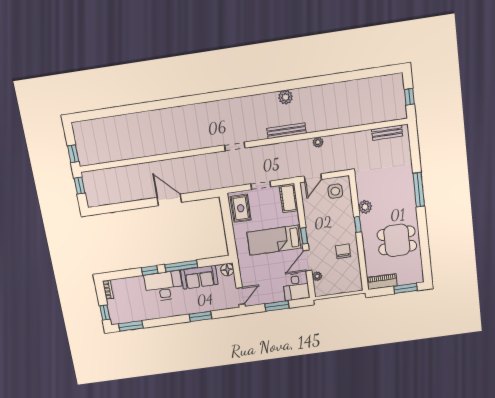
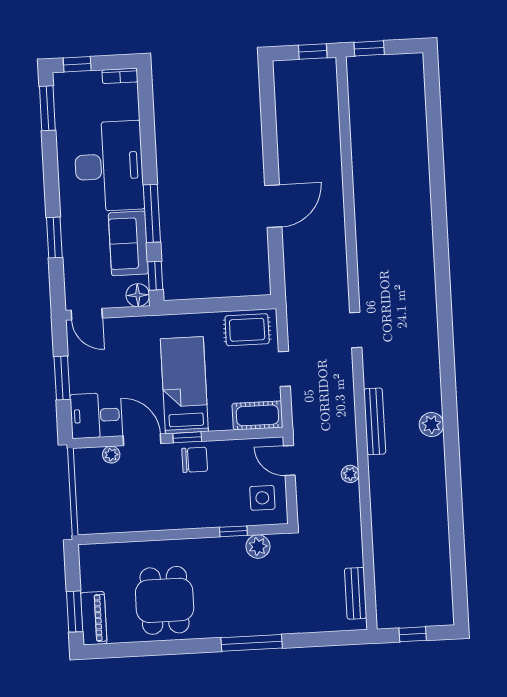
plant: (365, 207) -> (258, 546), moved
window: (358, 224) -> (233, 531), moved
chair: (343, 251) -> (195, 460), moved
window: (150, 270) -> (155, 276), moved
piano: (382, 282) -> (94, 618), moved
desk: (164, 286) -> (109, 166), width x1.36, depth x1.30

